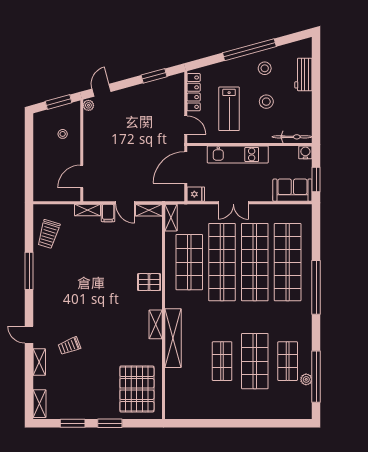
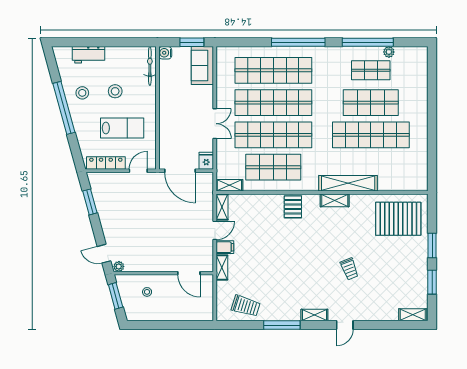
kitchen unit: (238, 154) -> (167, 119), removed
trolley: (69, 346) -> (349, 269), moved
shop shelf: (222, 361) -> (371, 135), width x2.00, depth x1.36
shelving: (39, 362) -> (314, 315), moved
window: (316, 377) -> (368, 42), moved

